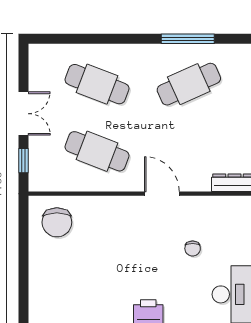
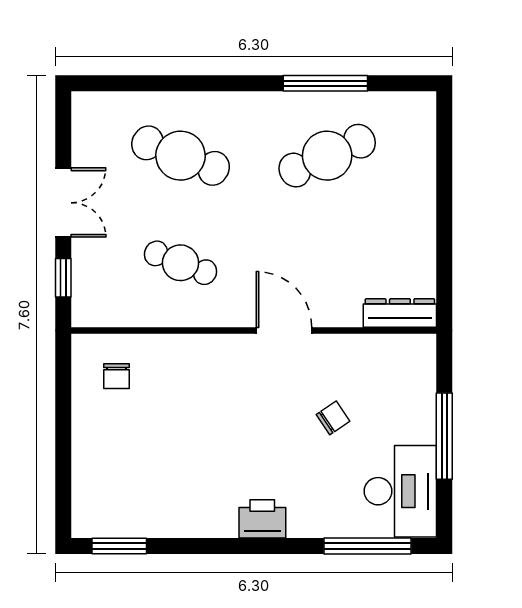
cafe table: (97, 151) -> (181, 263), width x0.73, depth x0.74
chair: (57, 222) -> (117, 376), width x0.54, depth x0.54
chair: (193, 248) -> (333, 418), turned -124

